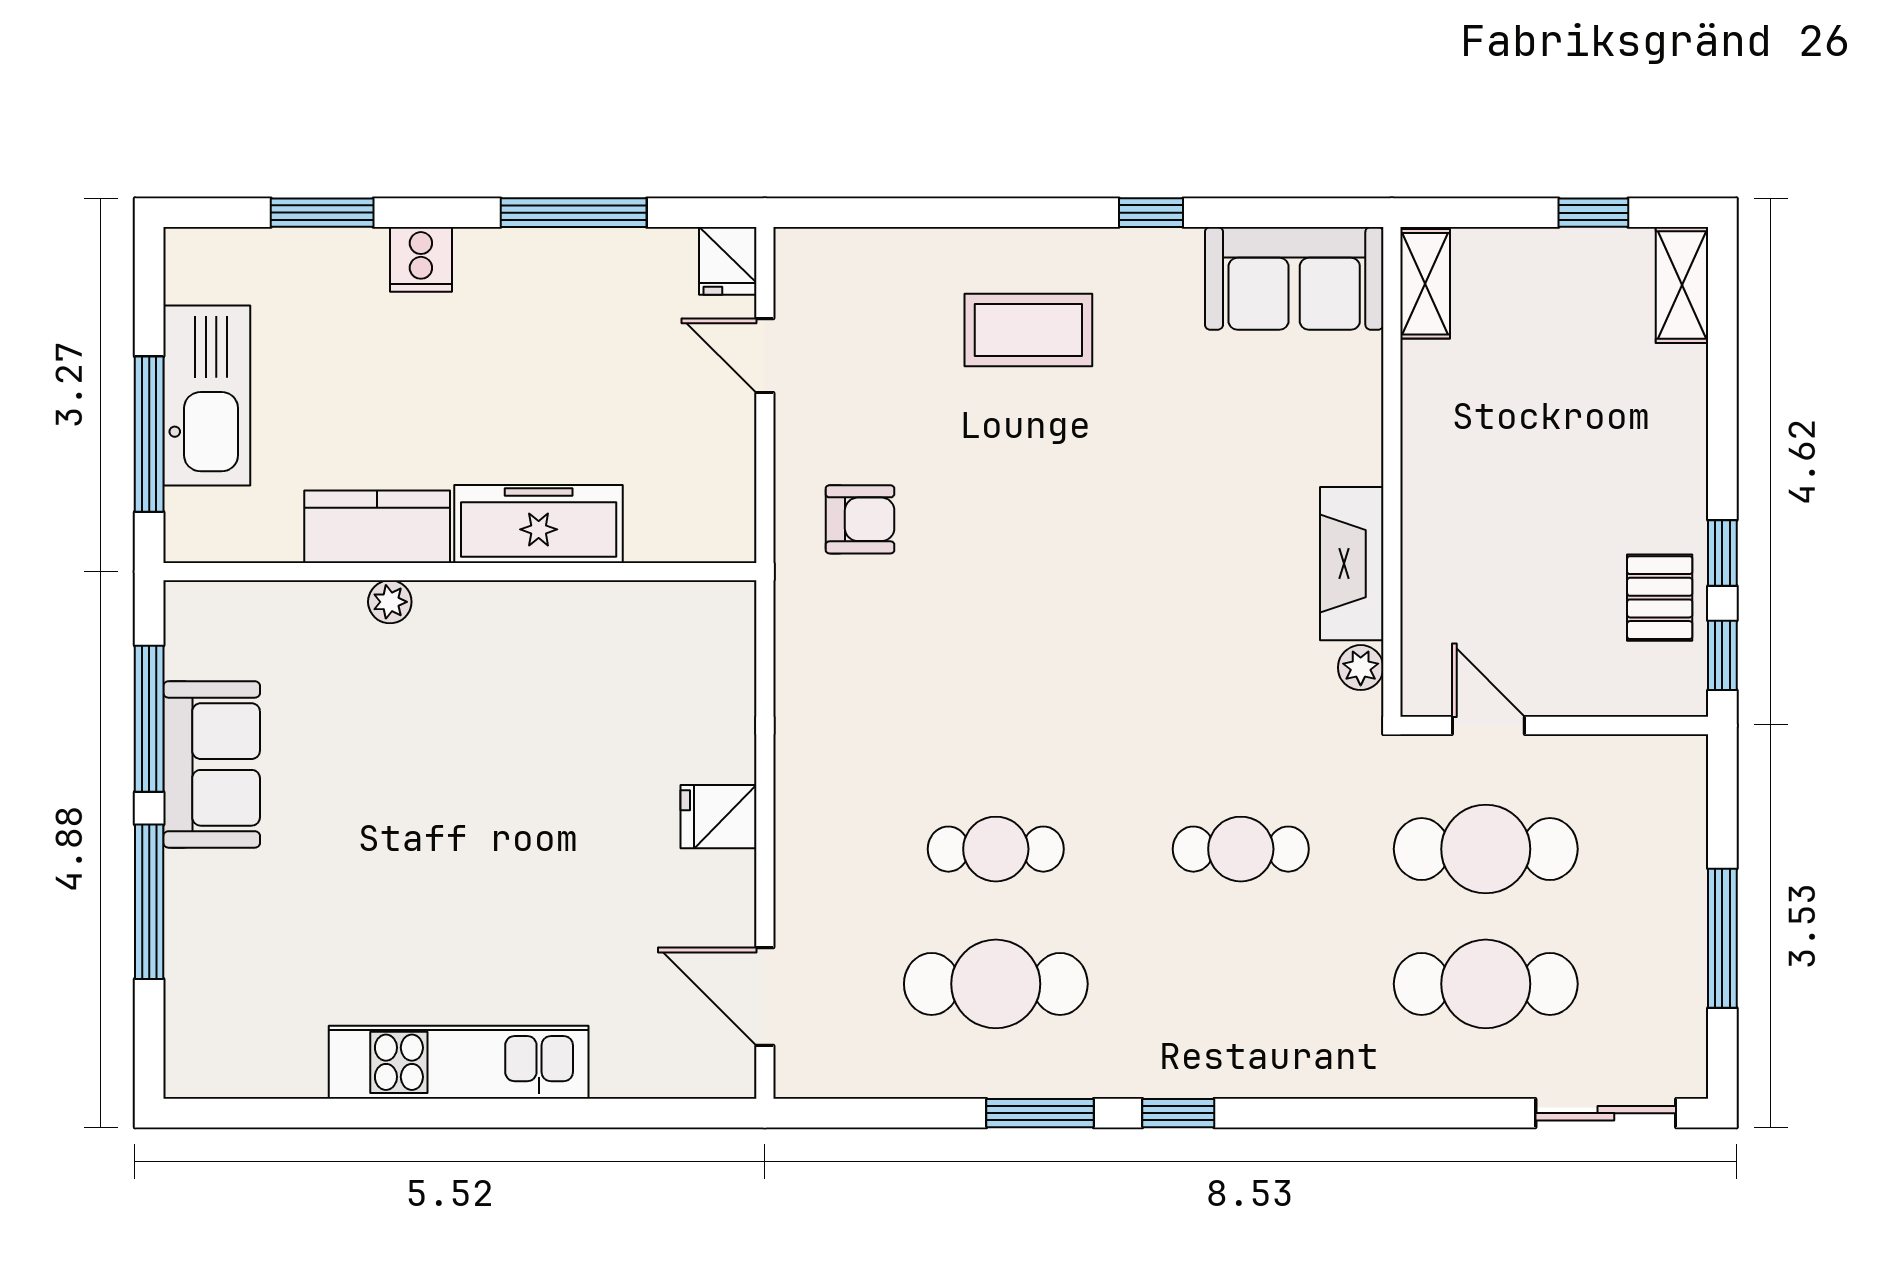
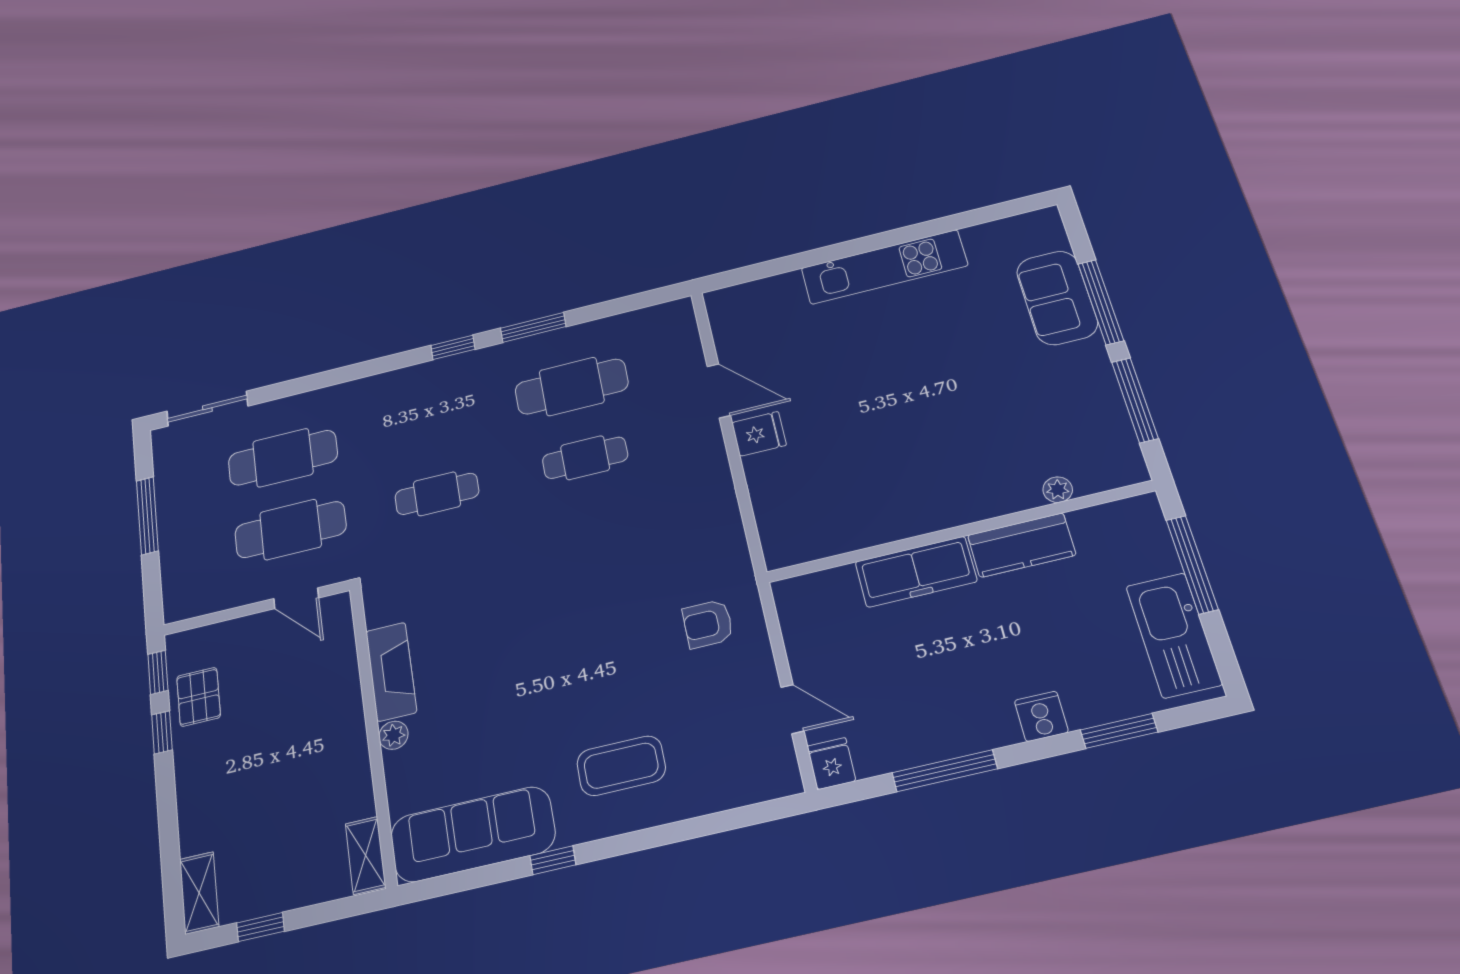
sofa: (1294, 278) -> (473, 834), width x1.36
kitchen sink: (207, 396) -> (1174, 635), moved
plant: (390, 602) -> (1058, 490), moved
plant: (1361, 668) -> (394, 735), moved
sofa: (212, 764) -> (1057, 298), moved
door: (765, 997) -> (719, 391), moved

